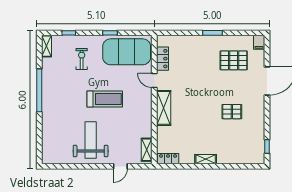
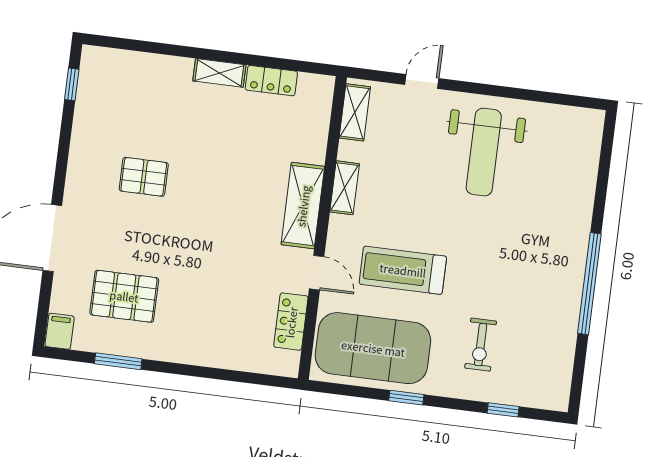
window: (212, 33) -> (118, 361), moved
shelving: (46, 46) -> (345, 188), moved
treadmill: (105, 99) -> (403, 270), moved
locker: (168, 159) -> (271, 81), moved

